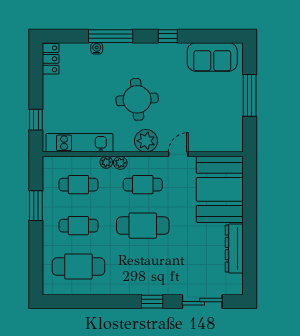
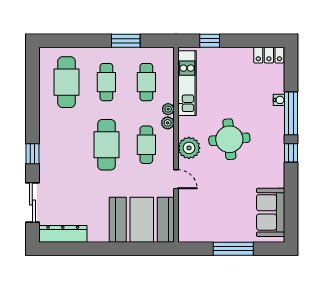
window: (168, 36) -> (291, 153), moved
dresser: (234, 249) -> (63, 234), moved

